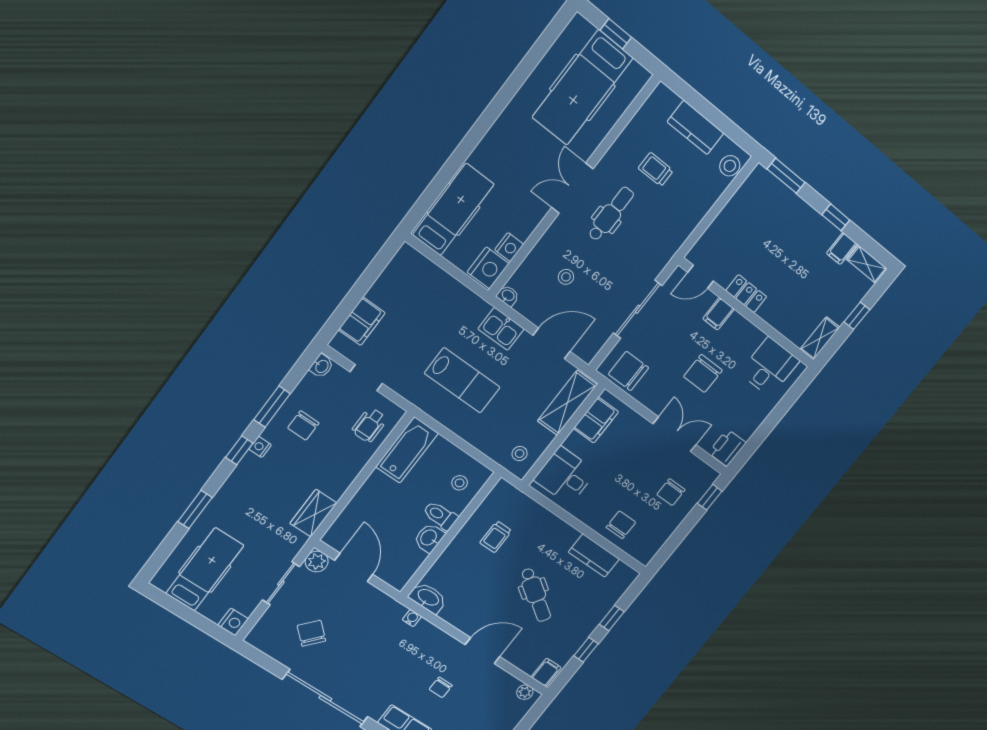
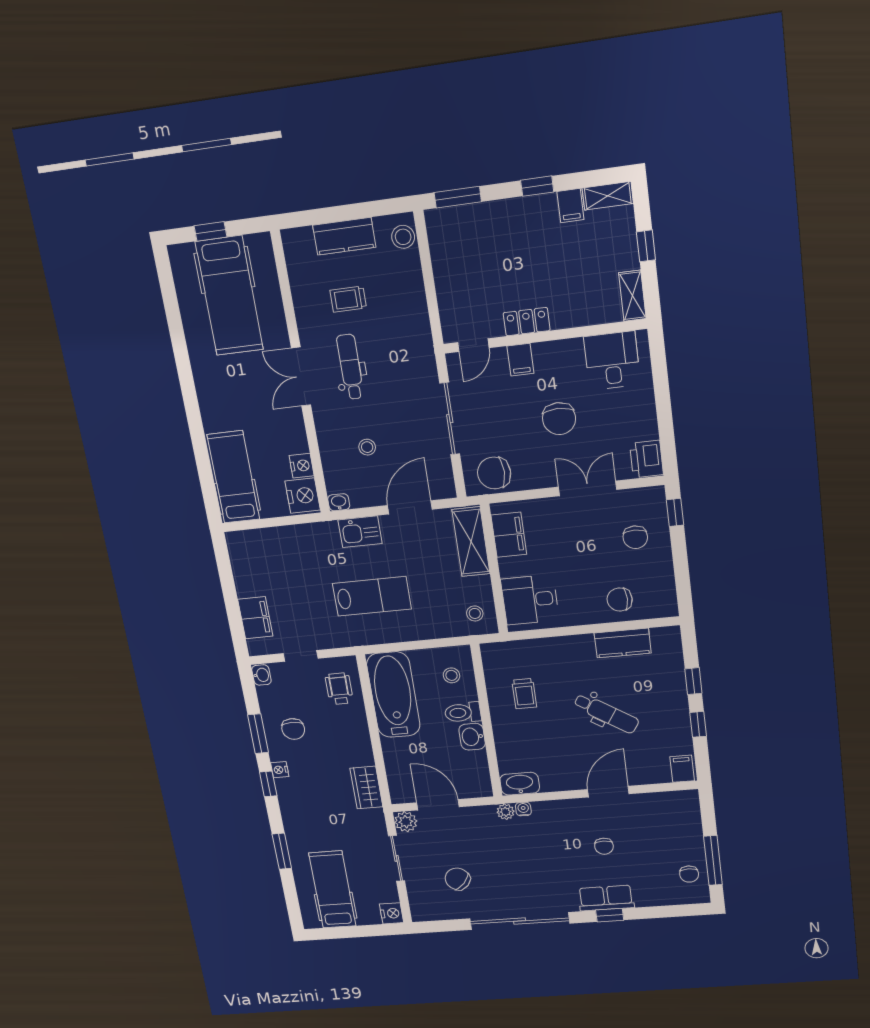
wheelchair: (369, 425) -> (339, 689), turned 180
bathtub: (407, 450) -> (393, 695), width x1.36, depth x1.36
chair: (621, 525) -> (620, 600), turned -90
plant: (525, 692) -> (506, 812), moved

